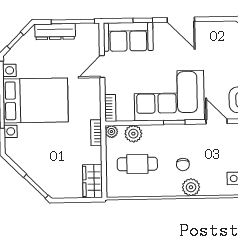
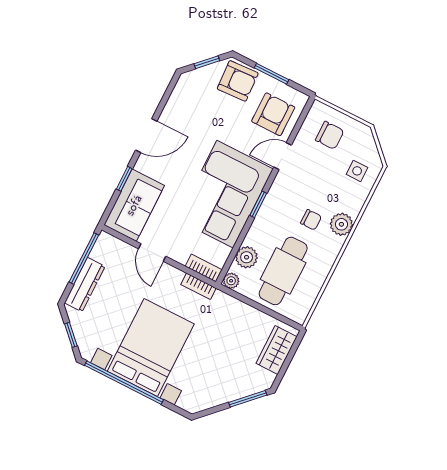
bookcase: (96, 133) -> (198, 286), moved
cafe table: (137, 164) -> (283, 271), width x1.37, depth x1.35
wardrobe: (92, 181) -> (277, 350), moved, turned 90

